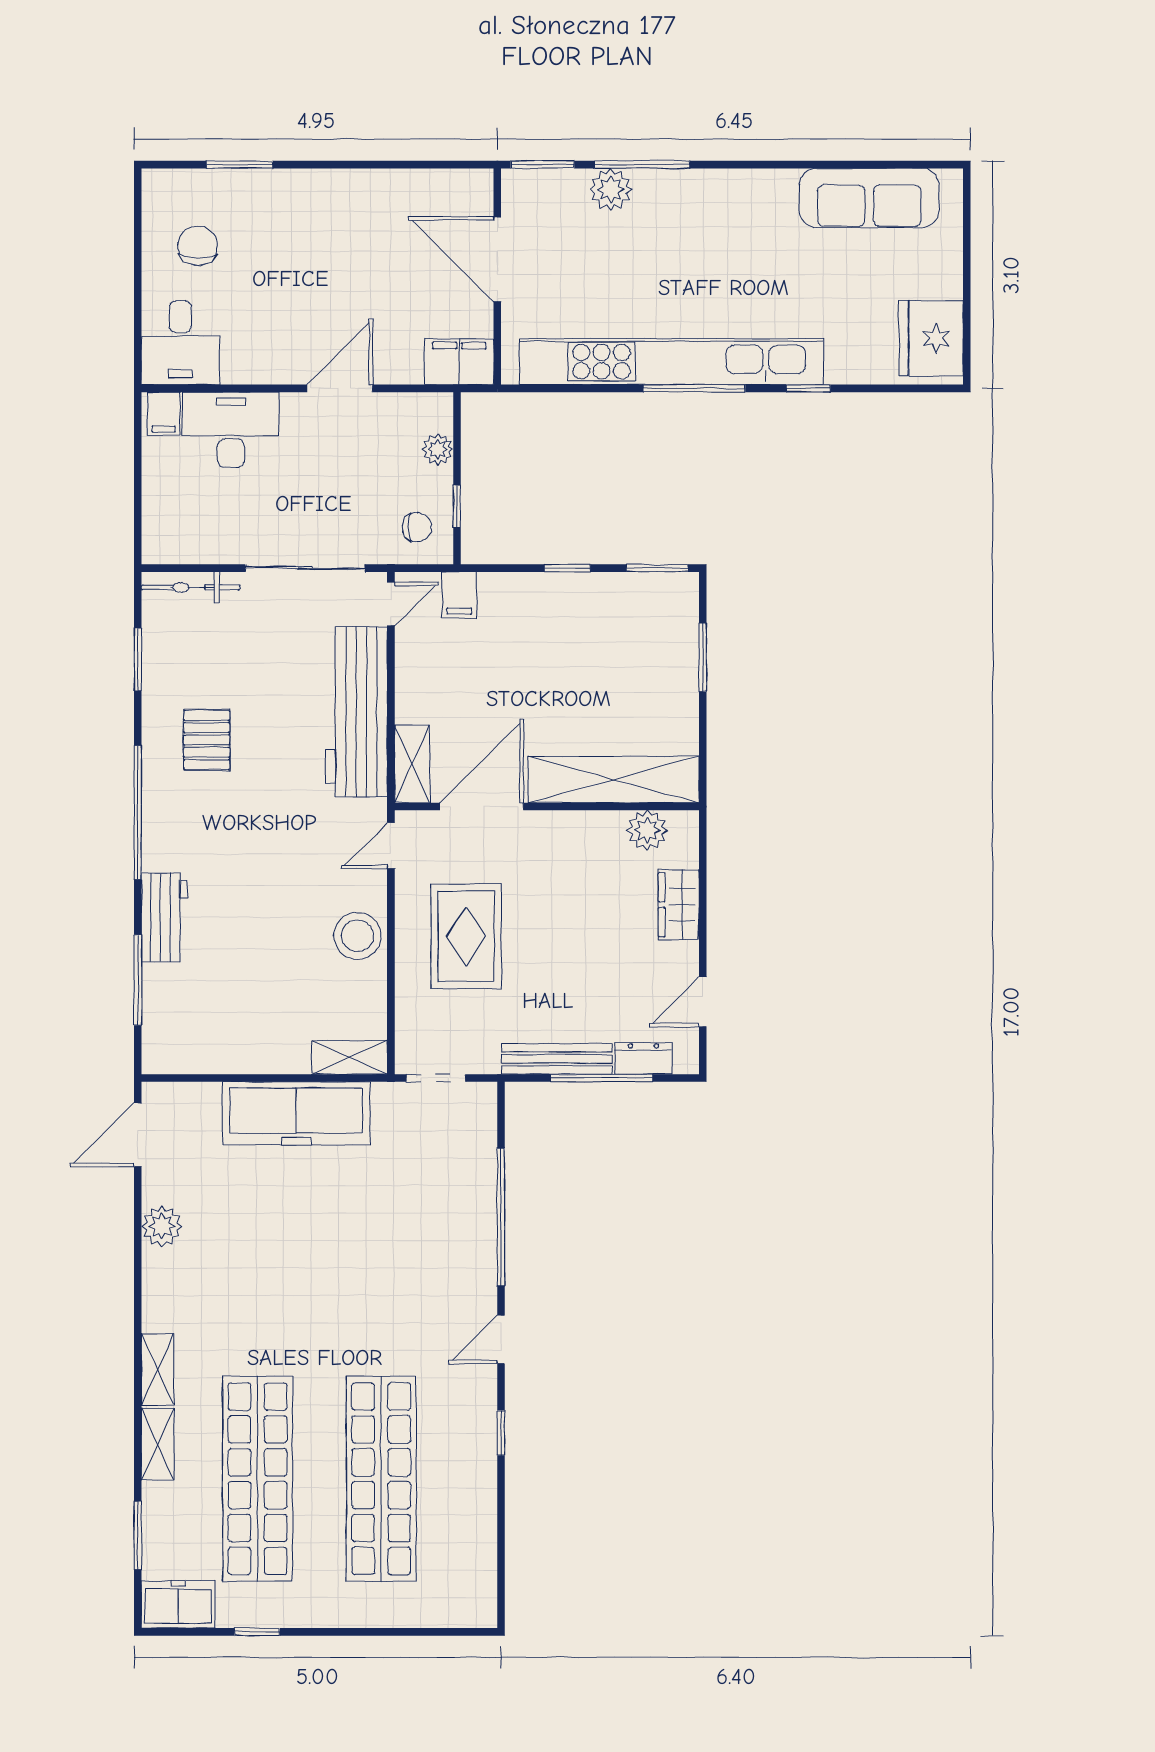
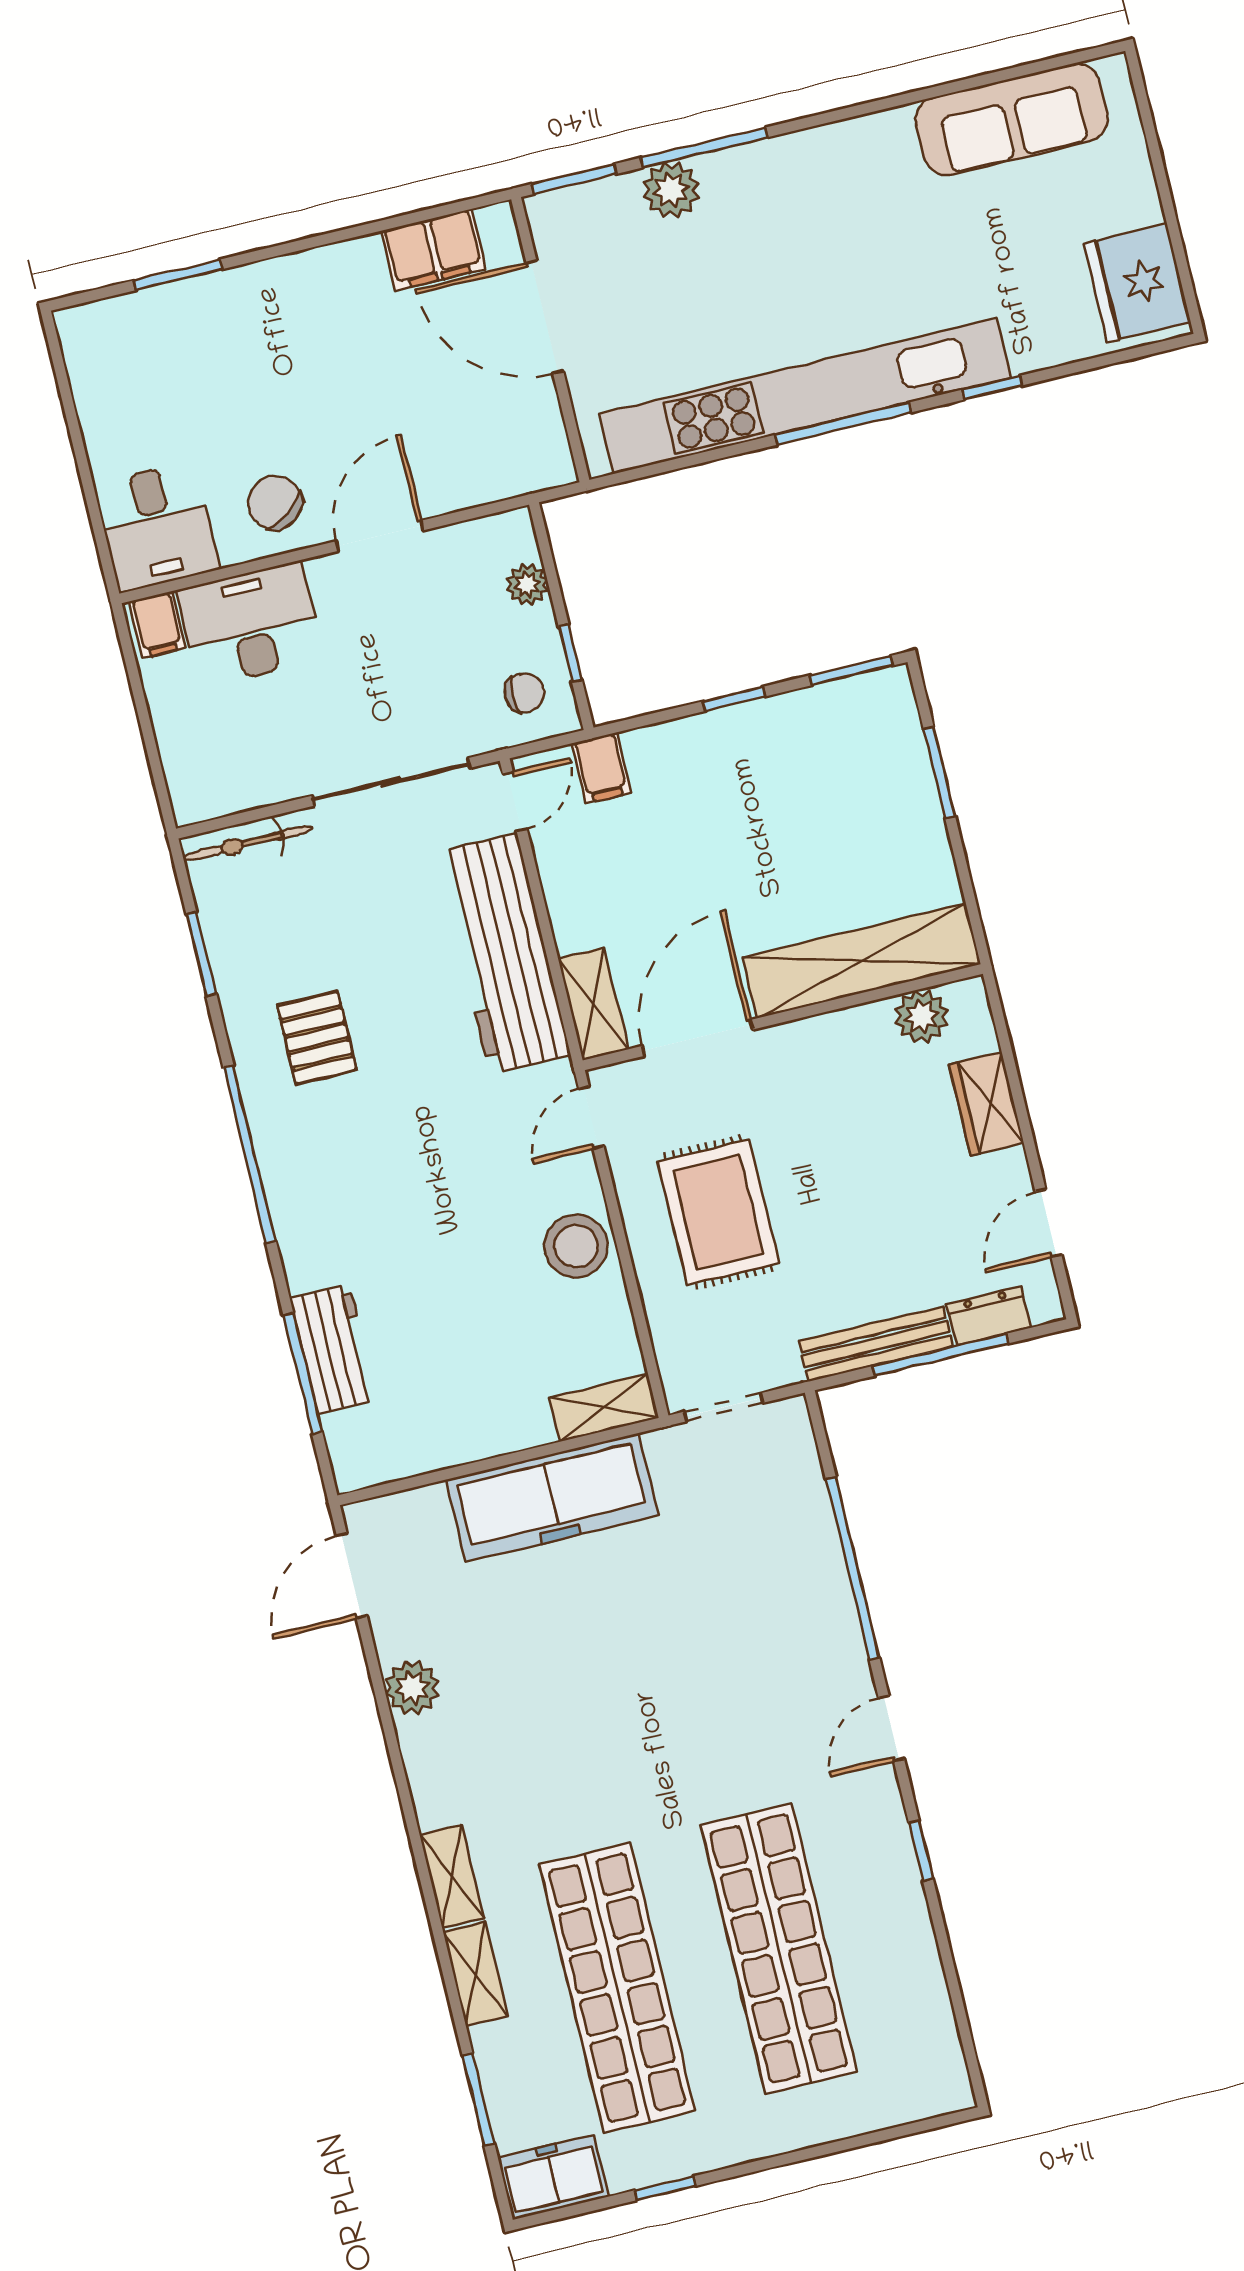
chair: (198, 246) -> (275, 503), moved, turned -36
filing cabinet: (459, 362) -> (433, 250), moved, turned 180
workbench: (164, 917) -> (334, 1349), moved

